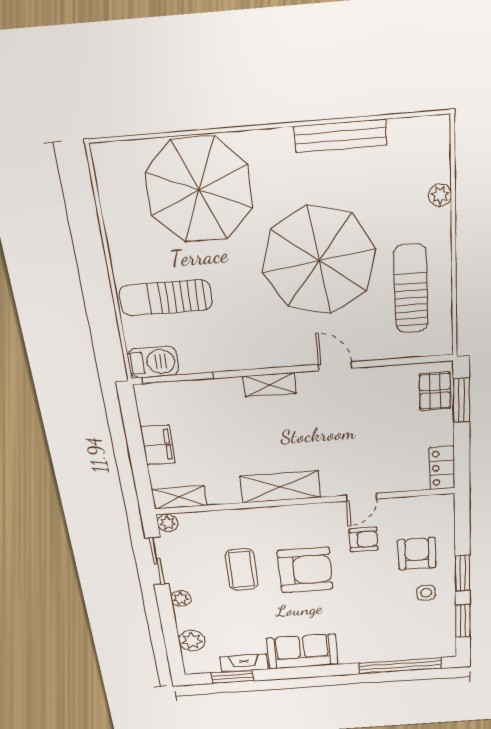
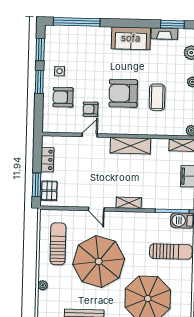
sun lounger: (411, 289) -> (58, 244), turned 180
locker: (442, 468) -> (47, 160), moved
armchair: (417, 553) -> (63, 97), turned 90

